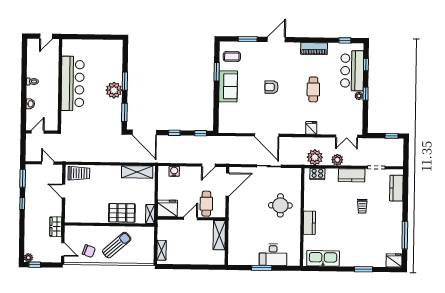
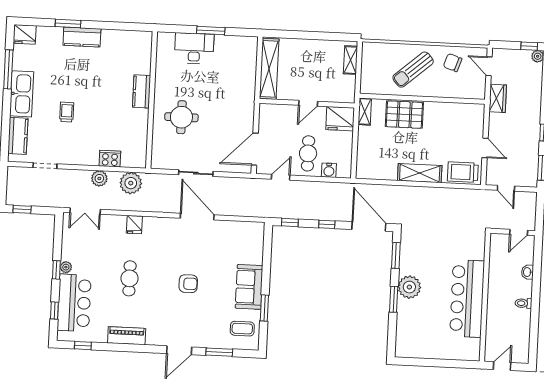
double door: (347, 136) -> (85, 211), swing flipped
shelving: (137, 172) -> (420, 173), moved
cooker: (317, 174) -> (110, 159), moved
kitchen counter: (352, 175) -> (82, 37), moved, turned 180
cafe table: (206, 204) -> (308, 153), moved
shelving: (219, 235) -> (269, 69), width x1.47
kitchen sink: (323, 258) -> (22, 94), moved, turned -90

